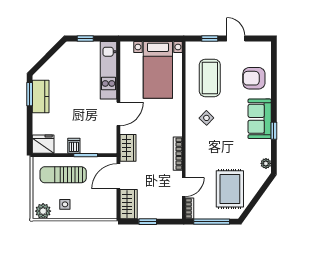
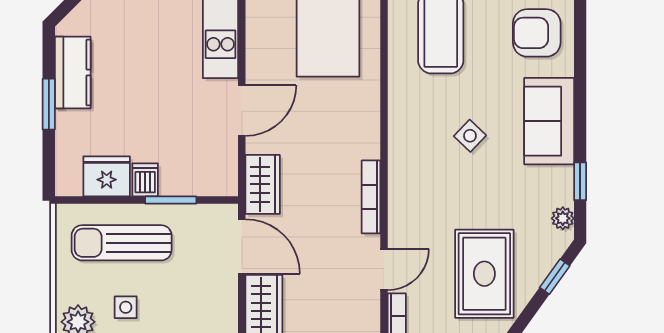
window: (30, 94) -> (49, 104), moved
side table: (206, 118) -> (470, 136), moved
window: (274, 131) -> (580, 181), moved
fridge: (43, 144) -> (107, 176), moved
door: (118, 176) -> (242, 247), swing flipped
window: (262, 190) -> (555, 277), added

